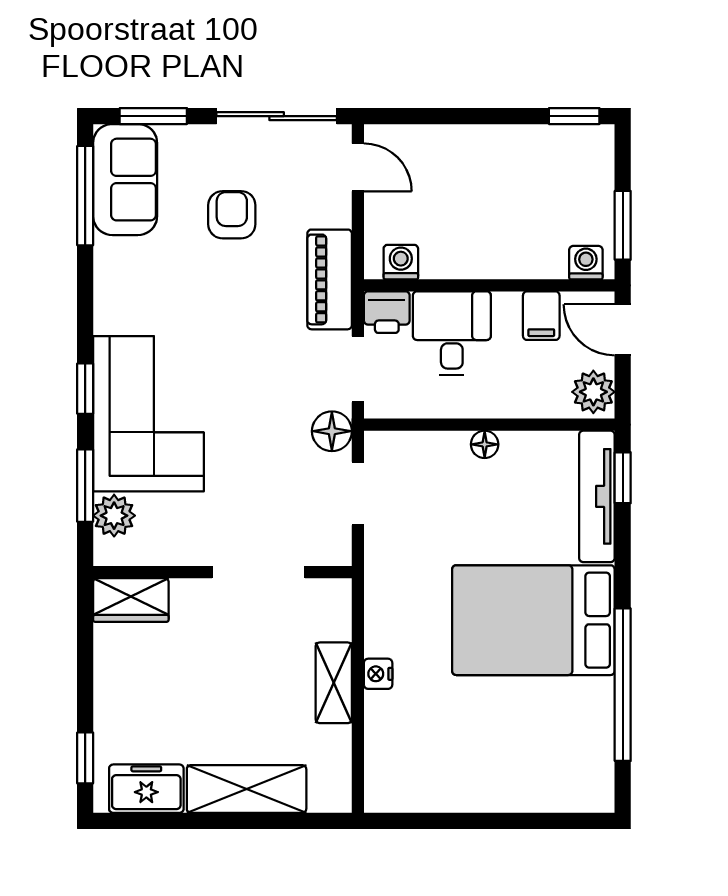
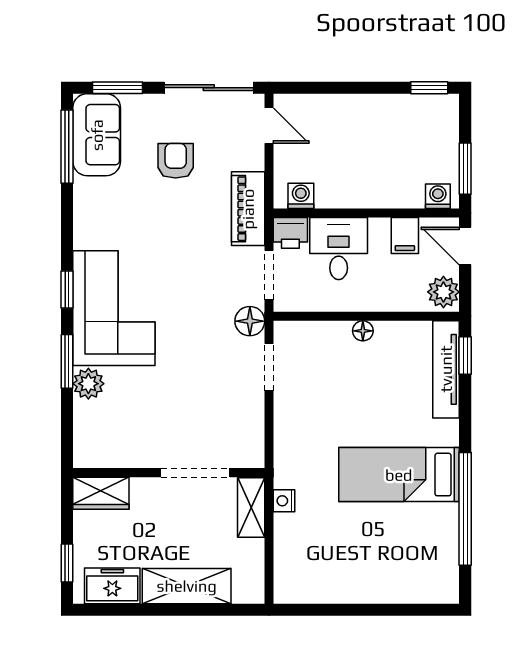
wall: (222, 572) -> (169, 473), moved
doorway: (258, 572) -> (195, 473), moved
wardrobe: (131, 600) -> (101, 493), moved
bed: (533, 620) -> (399, 475), width x0.67

